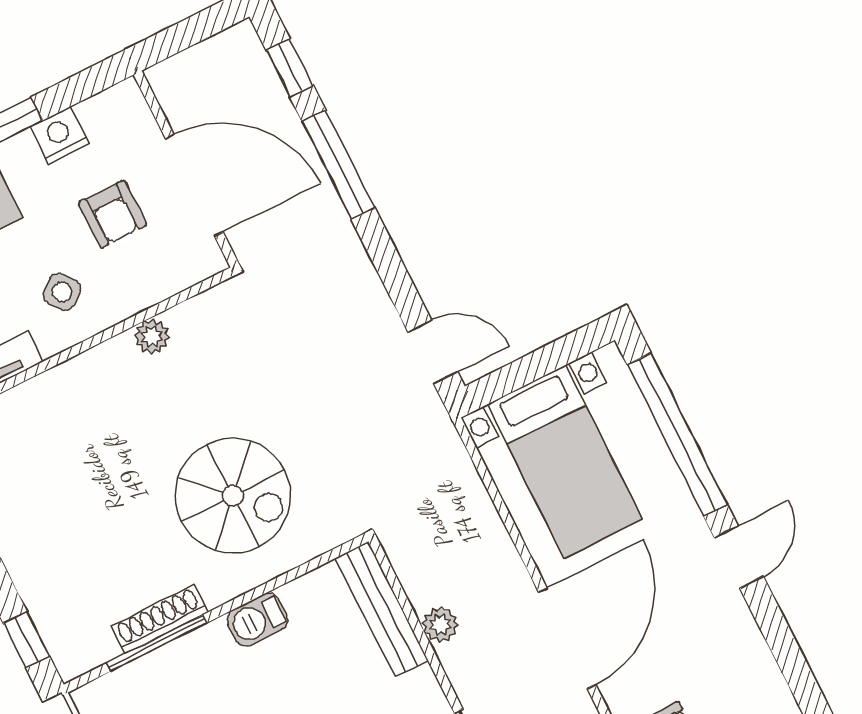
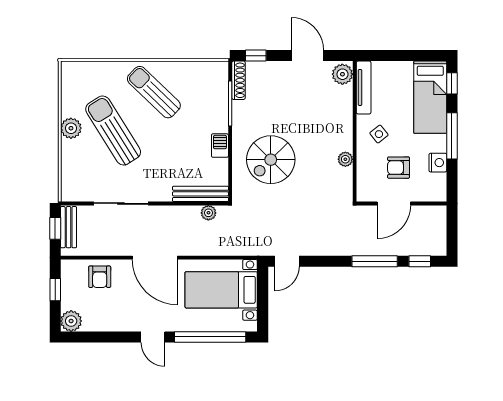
door: (194, 185) -> (394, 203), width x0.73
shoe rack: (159, 619) -> (238, 80), moved
plant: (440, 625) -> (208, 213), moved

